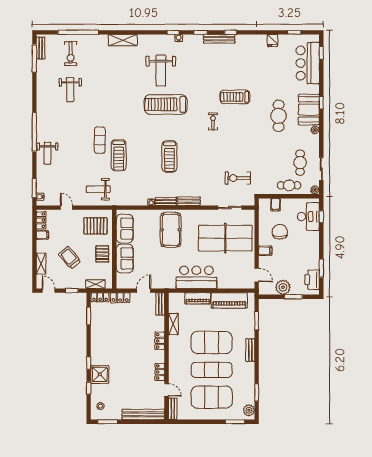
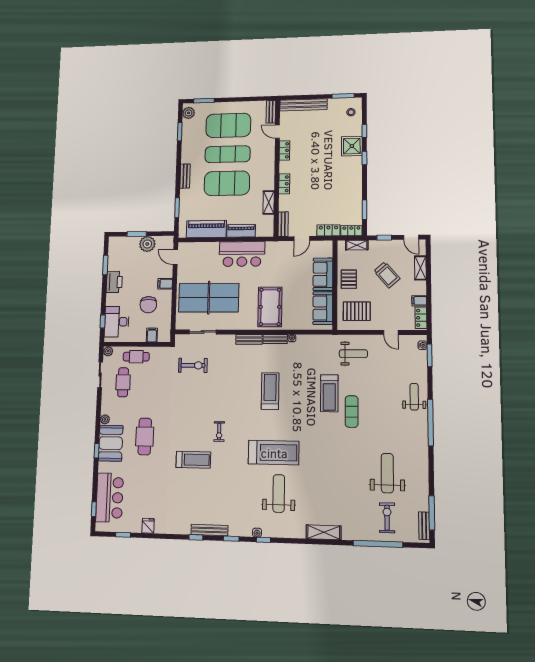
weight bench: (70, 90) -> (387, 473), width x1.36, depth x1.33
treadmill: (119, 155) -> (329, 393), turned 180
printer: (312, 280) -> (114, 282), moved

